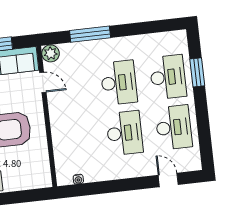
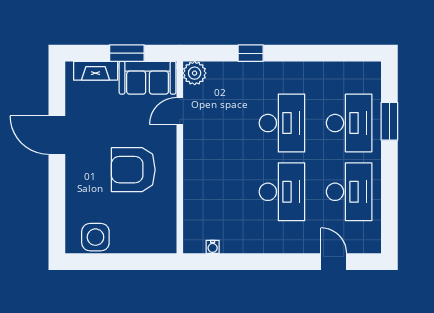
window: (90, 34) -> (251, 53), width x0.46
door: (43, 82) -> (180, 111), swing flipped

